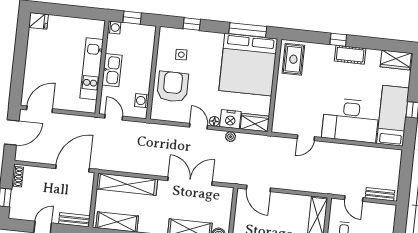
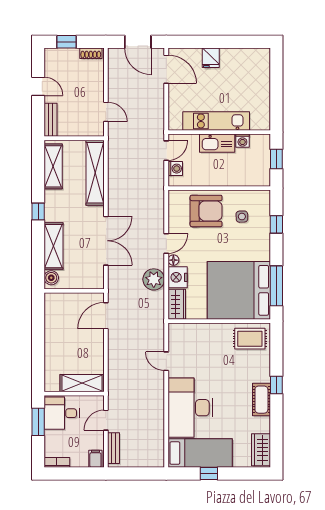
fridge: (38, 21) -> (211, 58), moved
washing machine: (114, 27) -> (242, 141), moved
washing machine: (142, 101) -> (175, 169), moved, turned 90
plant: (230, 137) -> (154, 279), width x1.88, depth x1.88
door: (73, 169) -> (106, 112), width x0.53
filing cabinet: (388, 212) -> (95, 459), added

